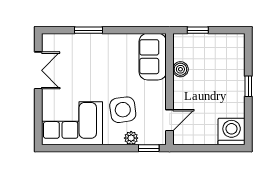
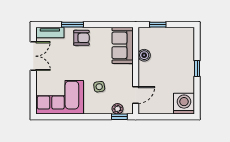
tv unit: (60, 40) -> (50, 33), added
armchair: (100, 47) -> (81, 38), added
side table: (123, 110) -> (99, 87), width x0.54, depth x0.54
plant: (131, 138) -> (118, 109), moved

